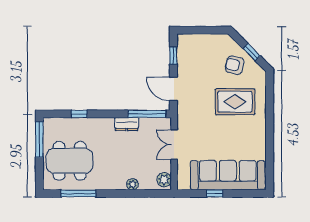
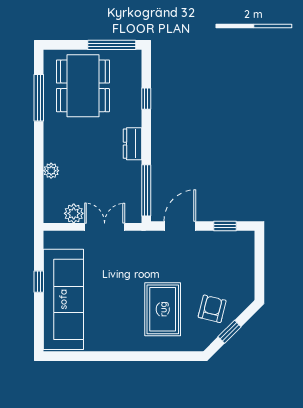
dresser: (127, 124) -> (132, 144), moved
plant: (164, 180) -> (74, 213), moved

